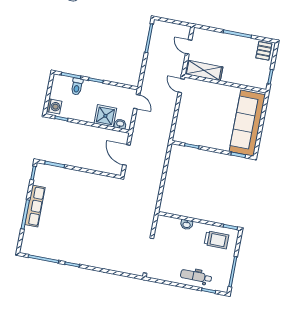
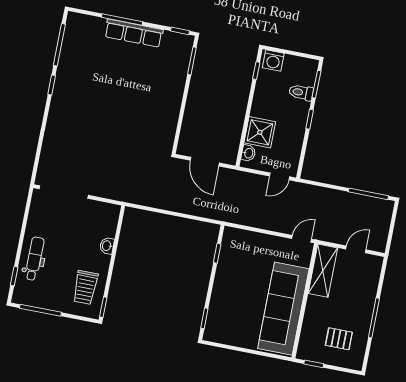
pallet: (264, 51) -> (339, 339), moved
sofa: (247, 123) -> (283, 309), moved, turned -90
door: (126, 155) -> (205, 162), swing flipped

